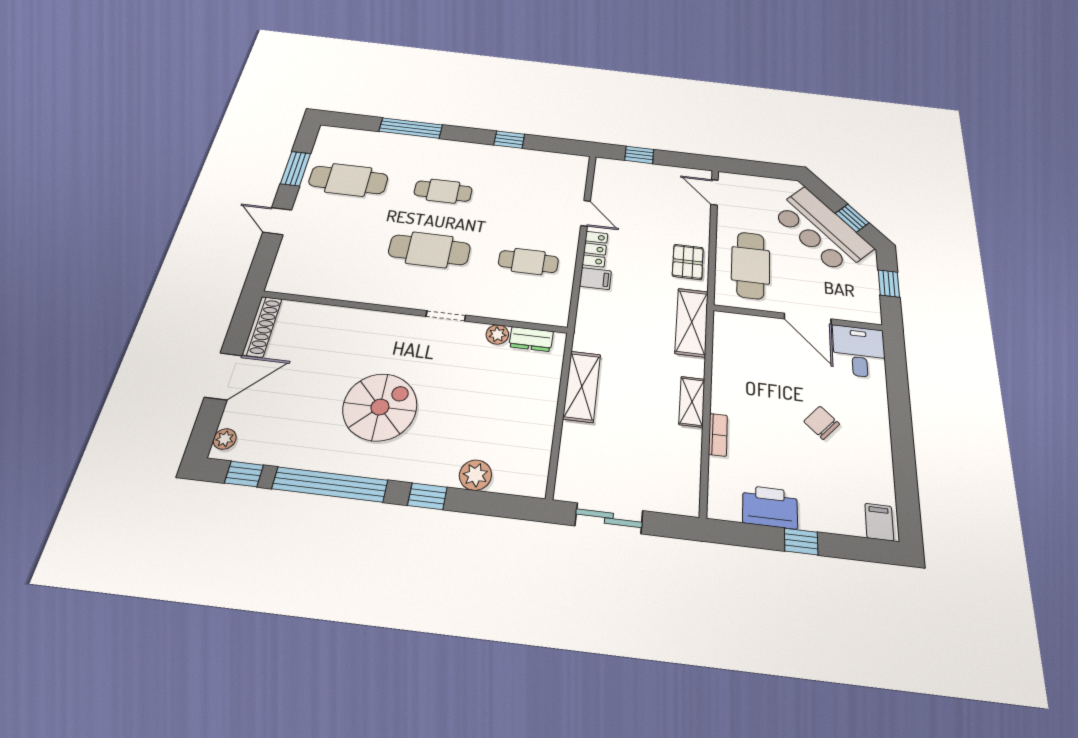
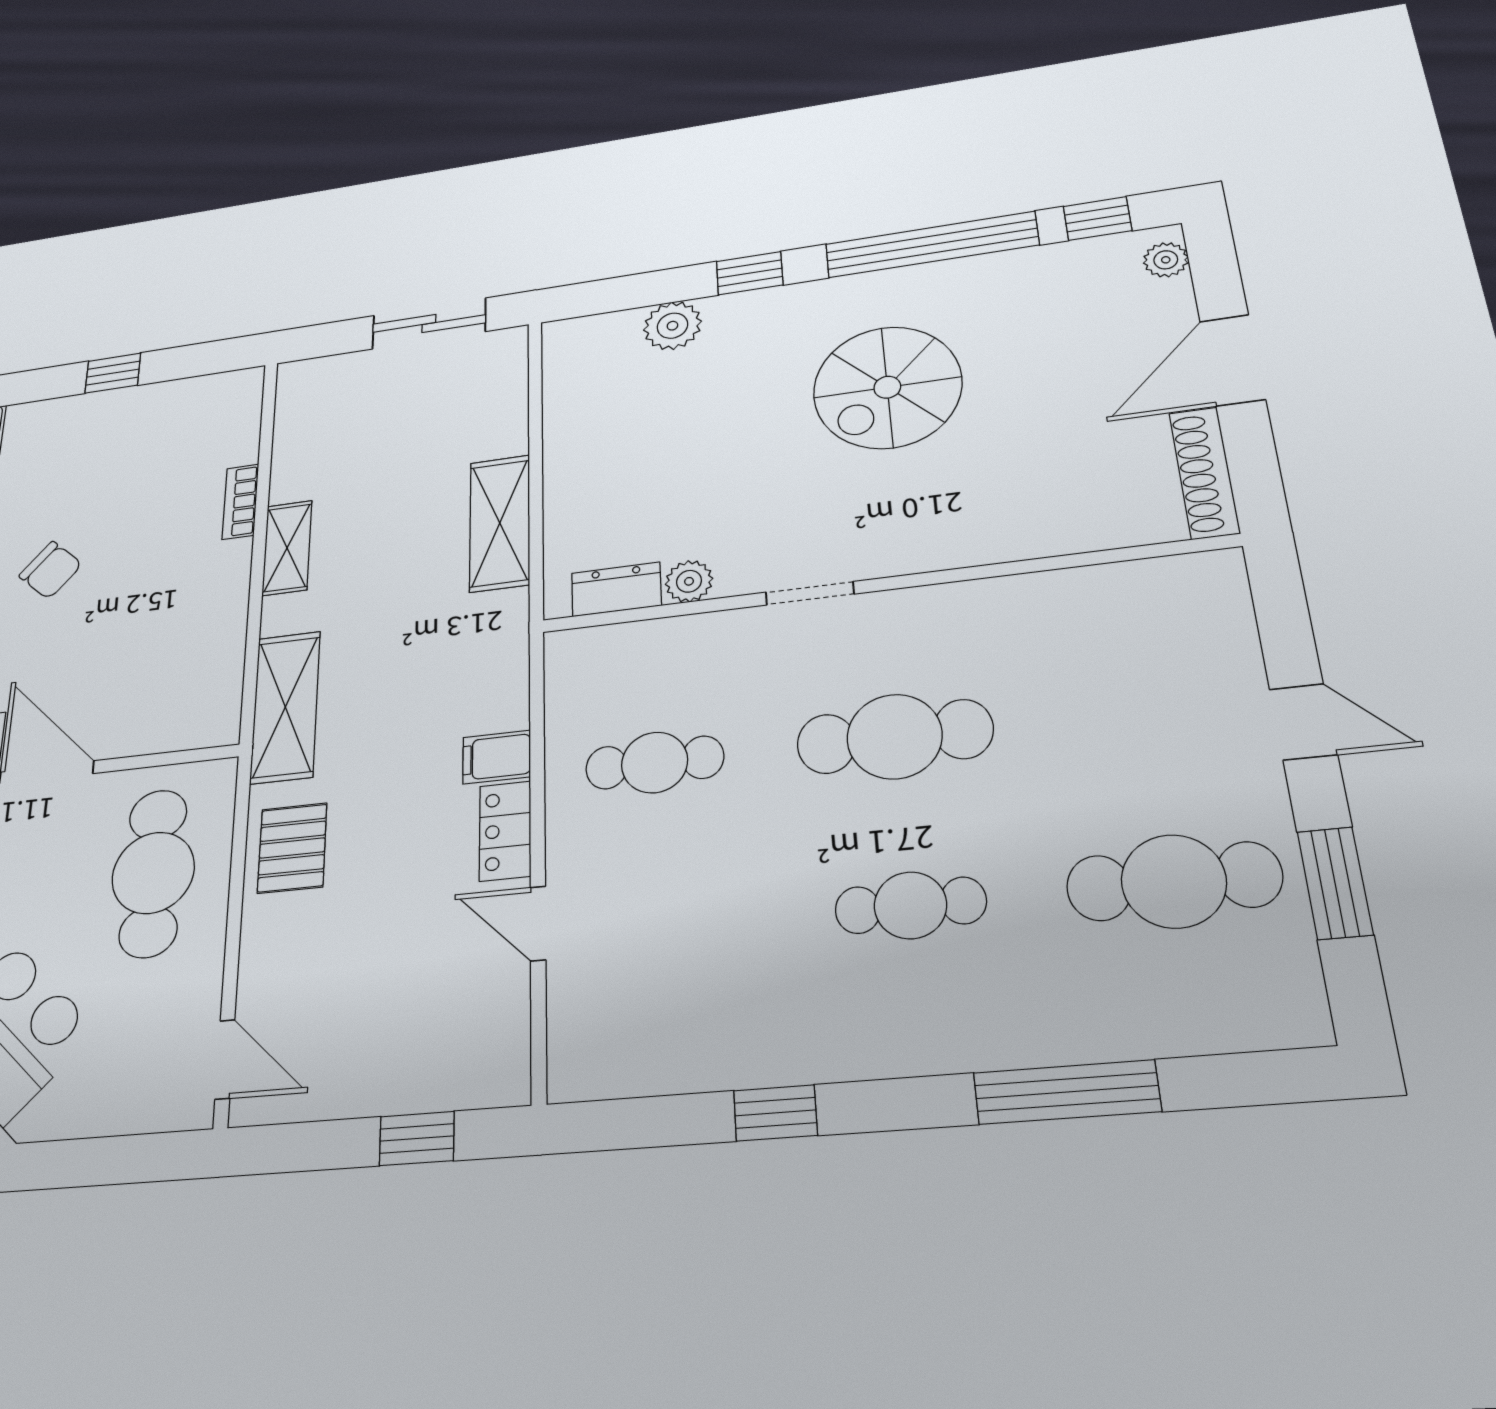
printer: (770, 507) -> (158, 410), removed

